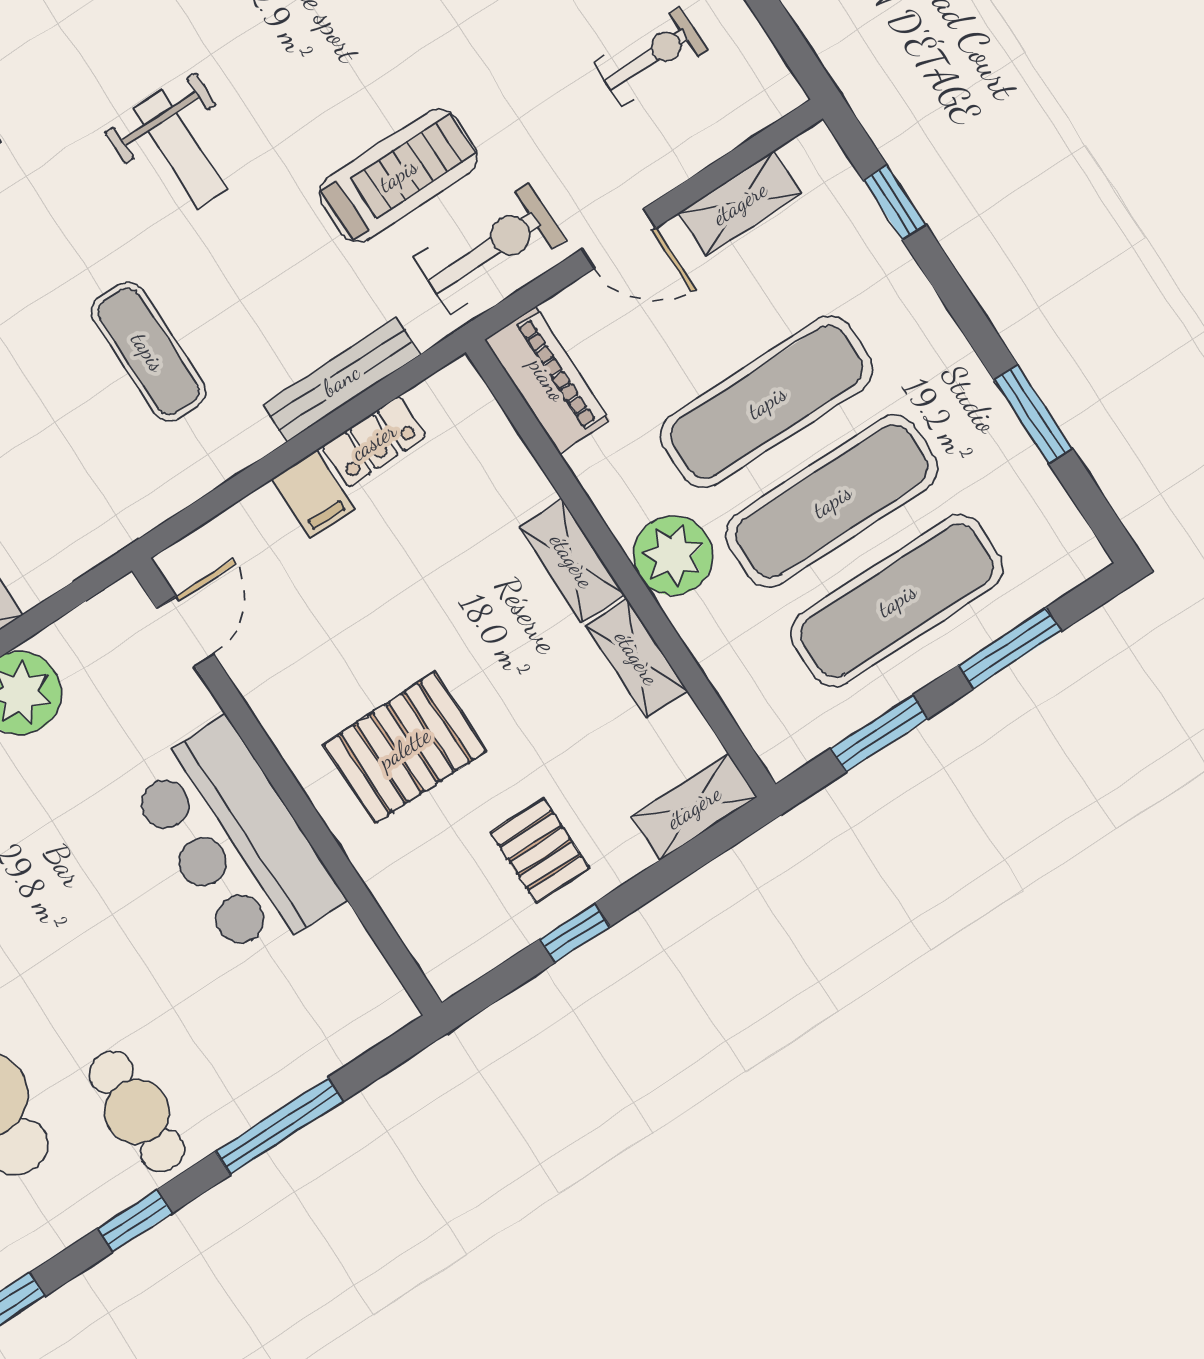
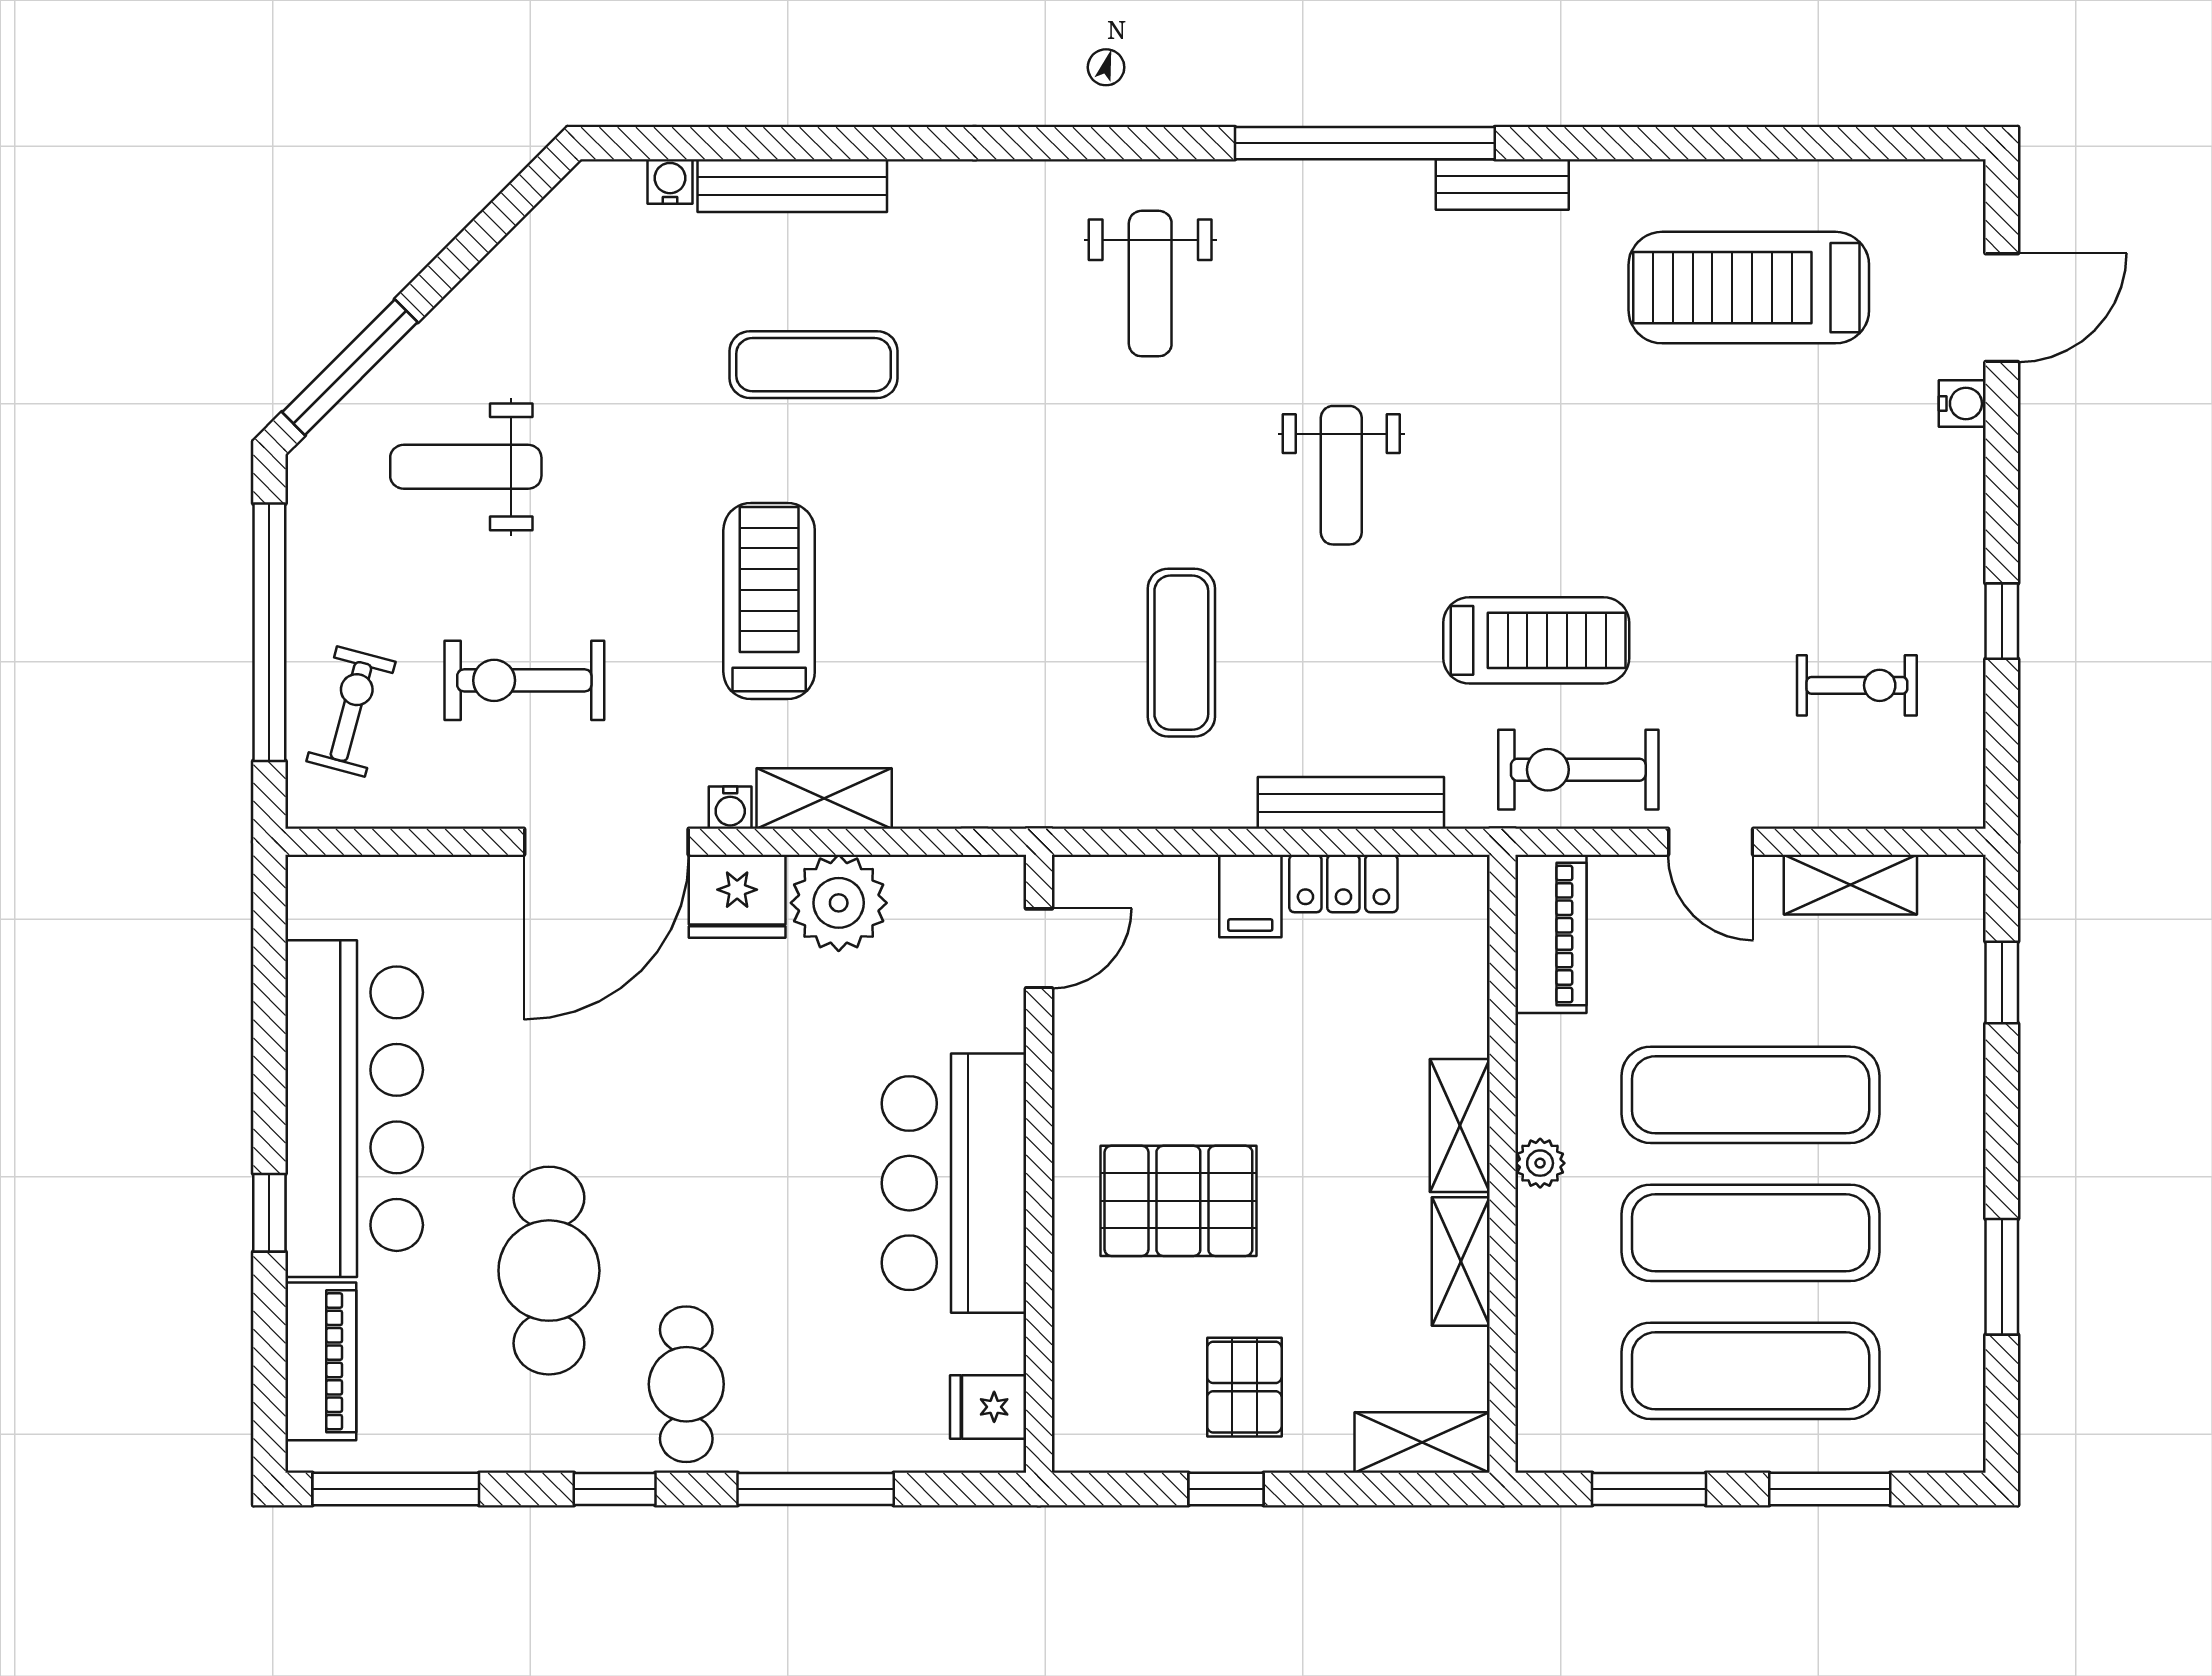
exercise bike: (490, 249) -> (1578, 770), turned 180
plant: (673, 555) -> (1540, 1163), width x0.53, depth x0.53
fridge: (365, 986) -> (988, 1407), added

